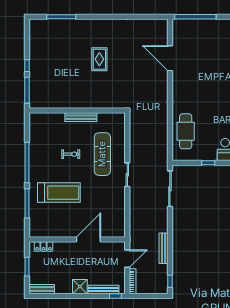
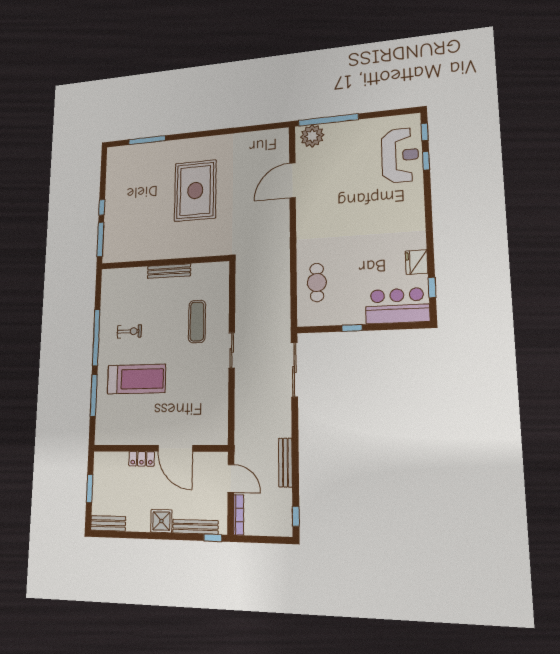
plant: (184, 27) -> (312, 136), added
door: (170, 58) -> (293, 180), hinge flipped
rug: (99, 59) -> (195, 191), width x1.86, depth x2.06
cafe table: (186, 131) -> (317, 282), width x0.73, depth x0.74
exercise bike: (71, 154) -> (129, 331), moved
exercise mat: (102, 154) -> (197, 321), width x0.73, depth x0.69
door: (88, 240) -> (175, 448), swing flipped
locker: (44, 246) -> (142, 459), moved
door: (127, 259) -> (231, 478), hinge flipped

